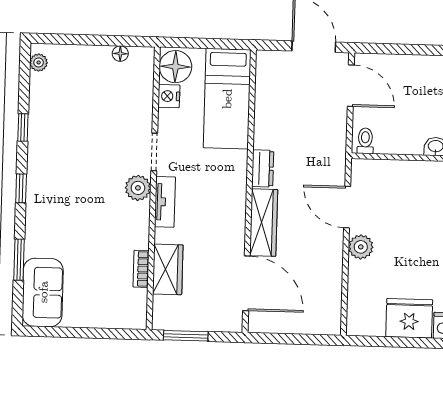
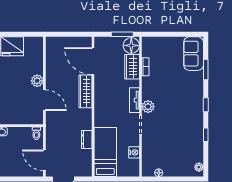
floor lamp: (175, 67) -> (131, 45), moved
dresser: (263, 168) -> (87, 140), moved

